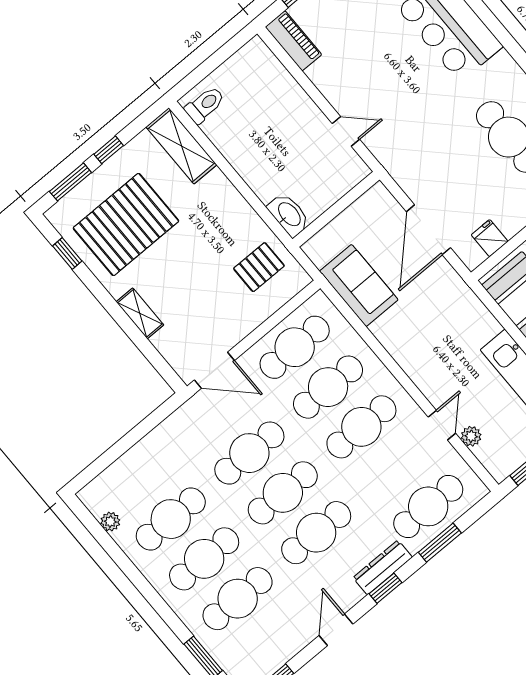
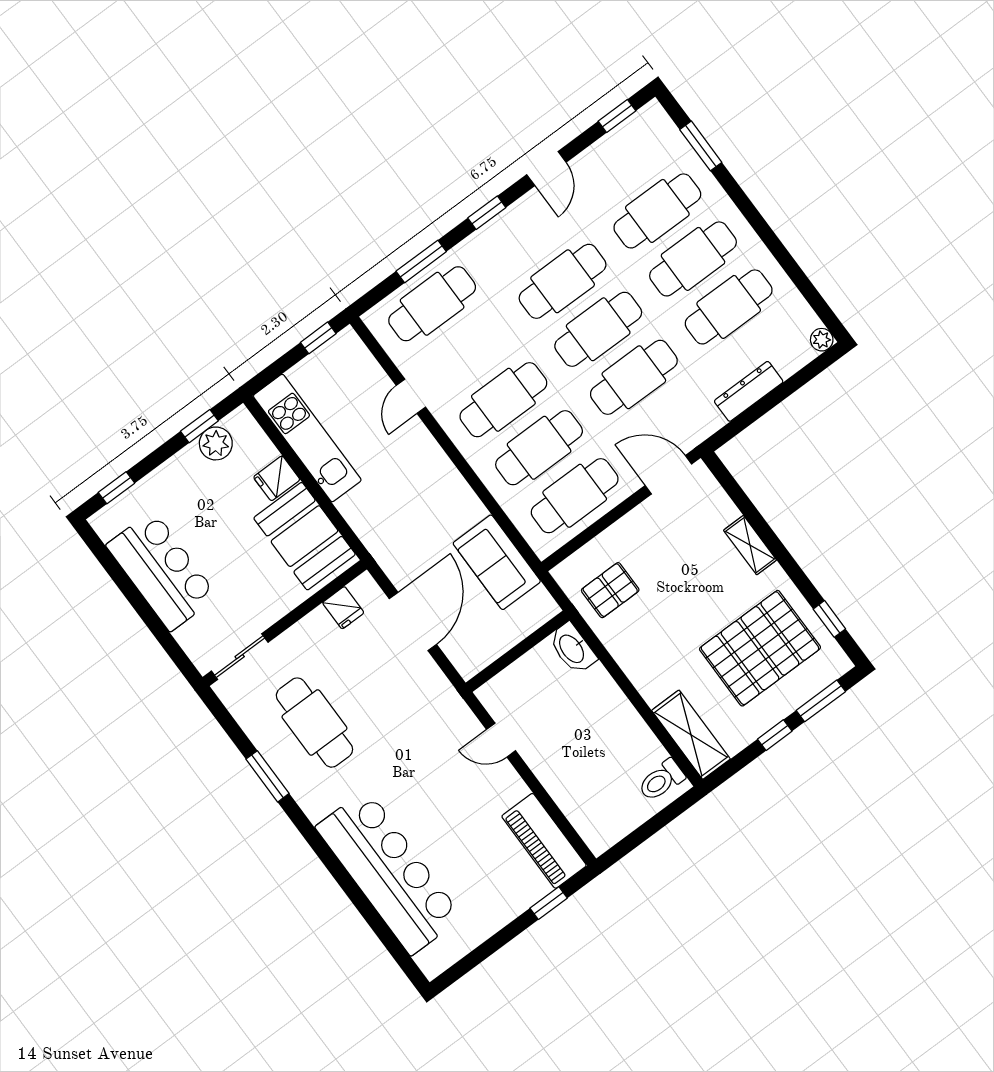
piano: (293, 41) -> (544, 841), width x1.37, depth x1.33
plant: (471, 436) -> (378, 381), removed
plant: (110, 522) -> (822, 340), moved
dresser: (383, 567) -> (749, 391), moved, turned 180

